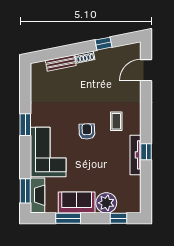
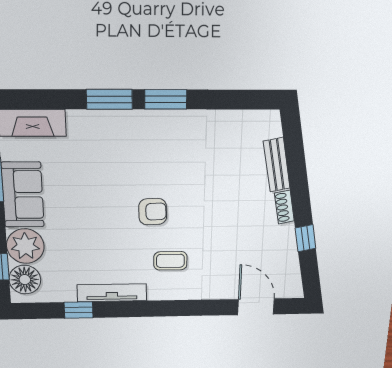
corner sofa: (48, 152) -> (115, 143), removed
window: (146, 152) -> (79, 310), moved
window: (25, 191) -> (109, 99), moved
floor lamp: (126, 204) -> (25, 280), added

